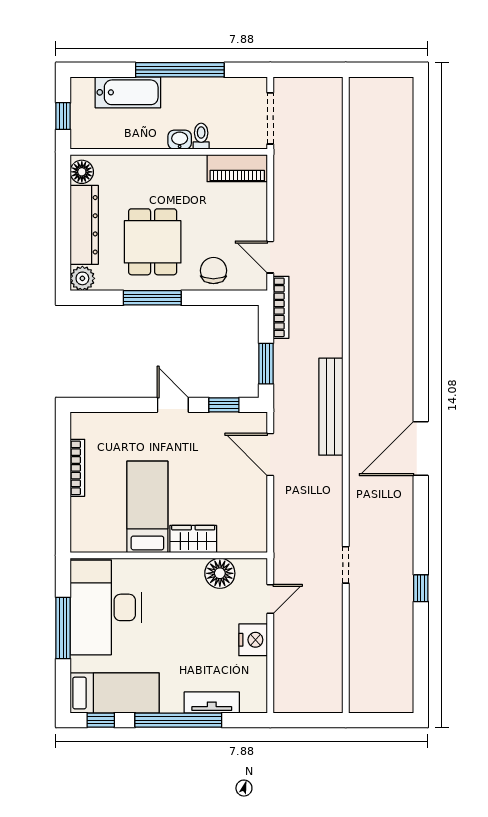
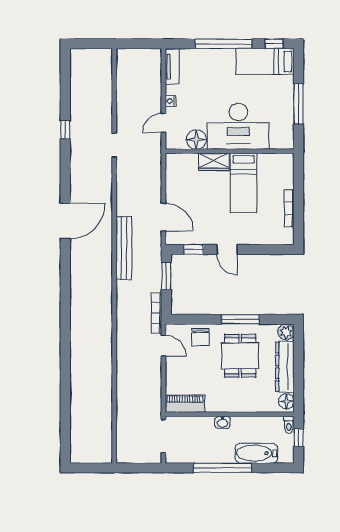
toilet: (201, 136) -> (289, 425), moved
desk: (106, 607) -> (238, 126), moved, turned 90
nightstand: (253, 640) -> (170, 101), width x0.53, depth x0.56
tv unit: (212, 702) -> (172, 67), moved, turned -90

